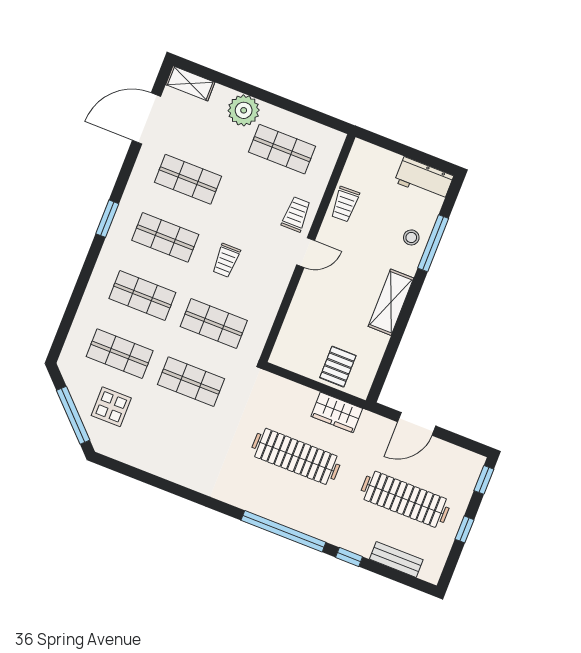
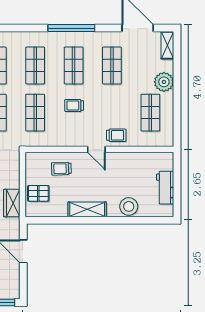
workbench: (424, 179) -> (165, 188), moved
trolley: (345, 204) -> (61, 169), moved
window: (107, 219) -> (71, 28), width x2.11
stool: (411, 237) -> (129, 206), width x1.89, depth x1.89
window: (433, 243) -> (130, 220), removed

